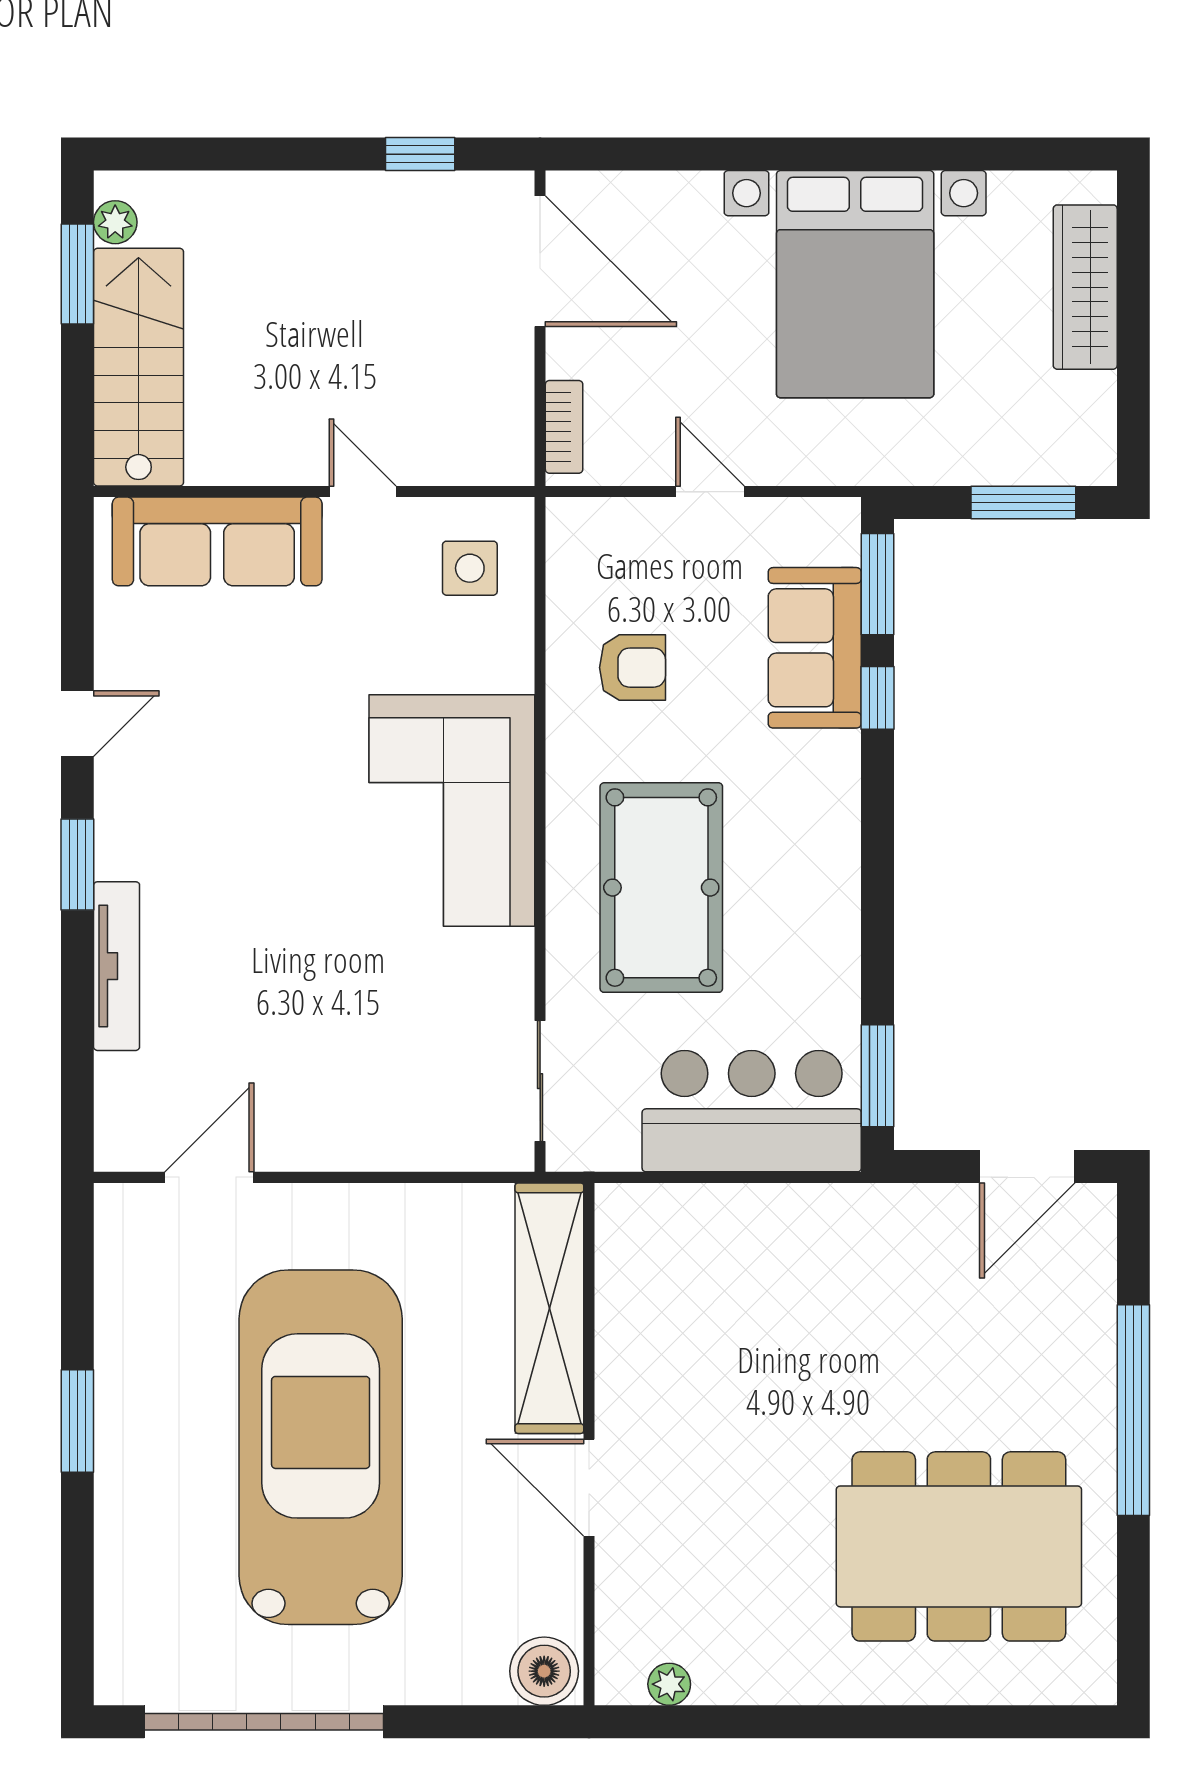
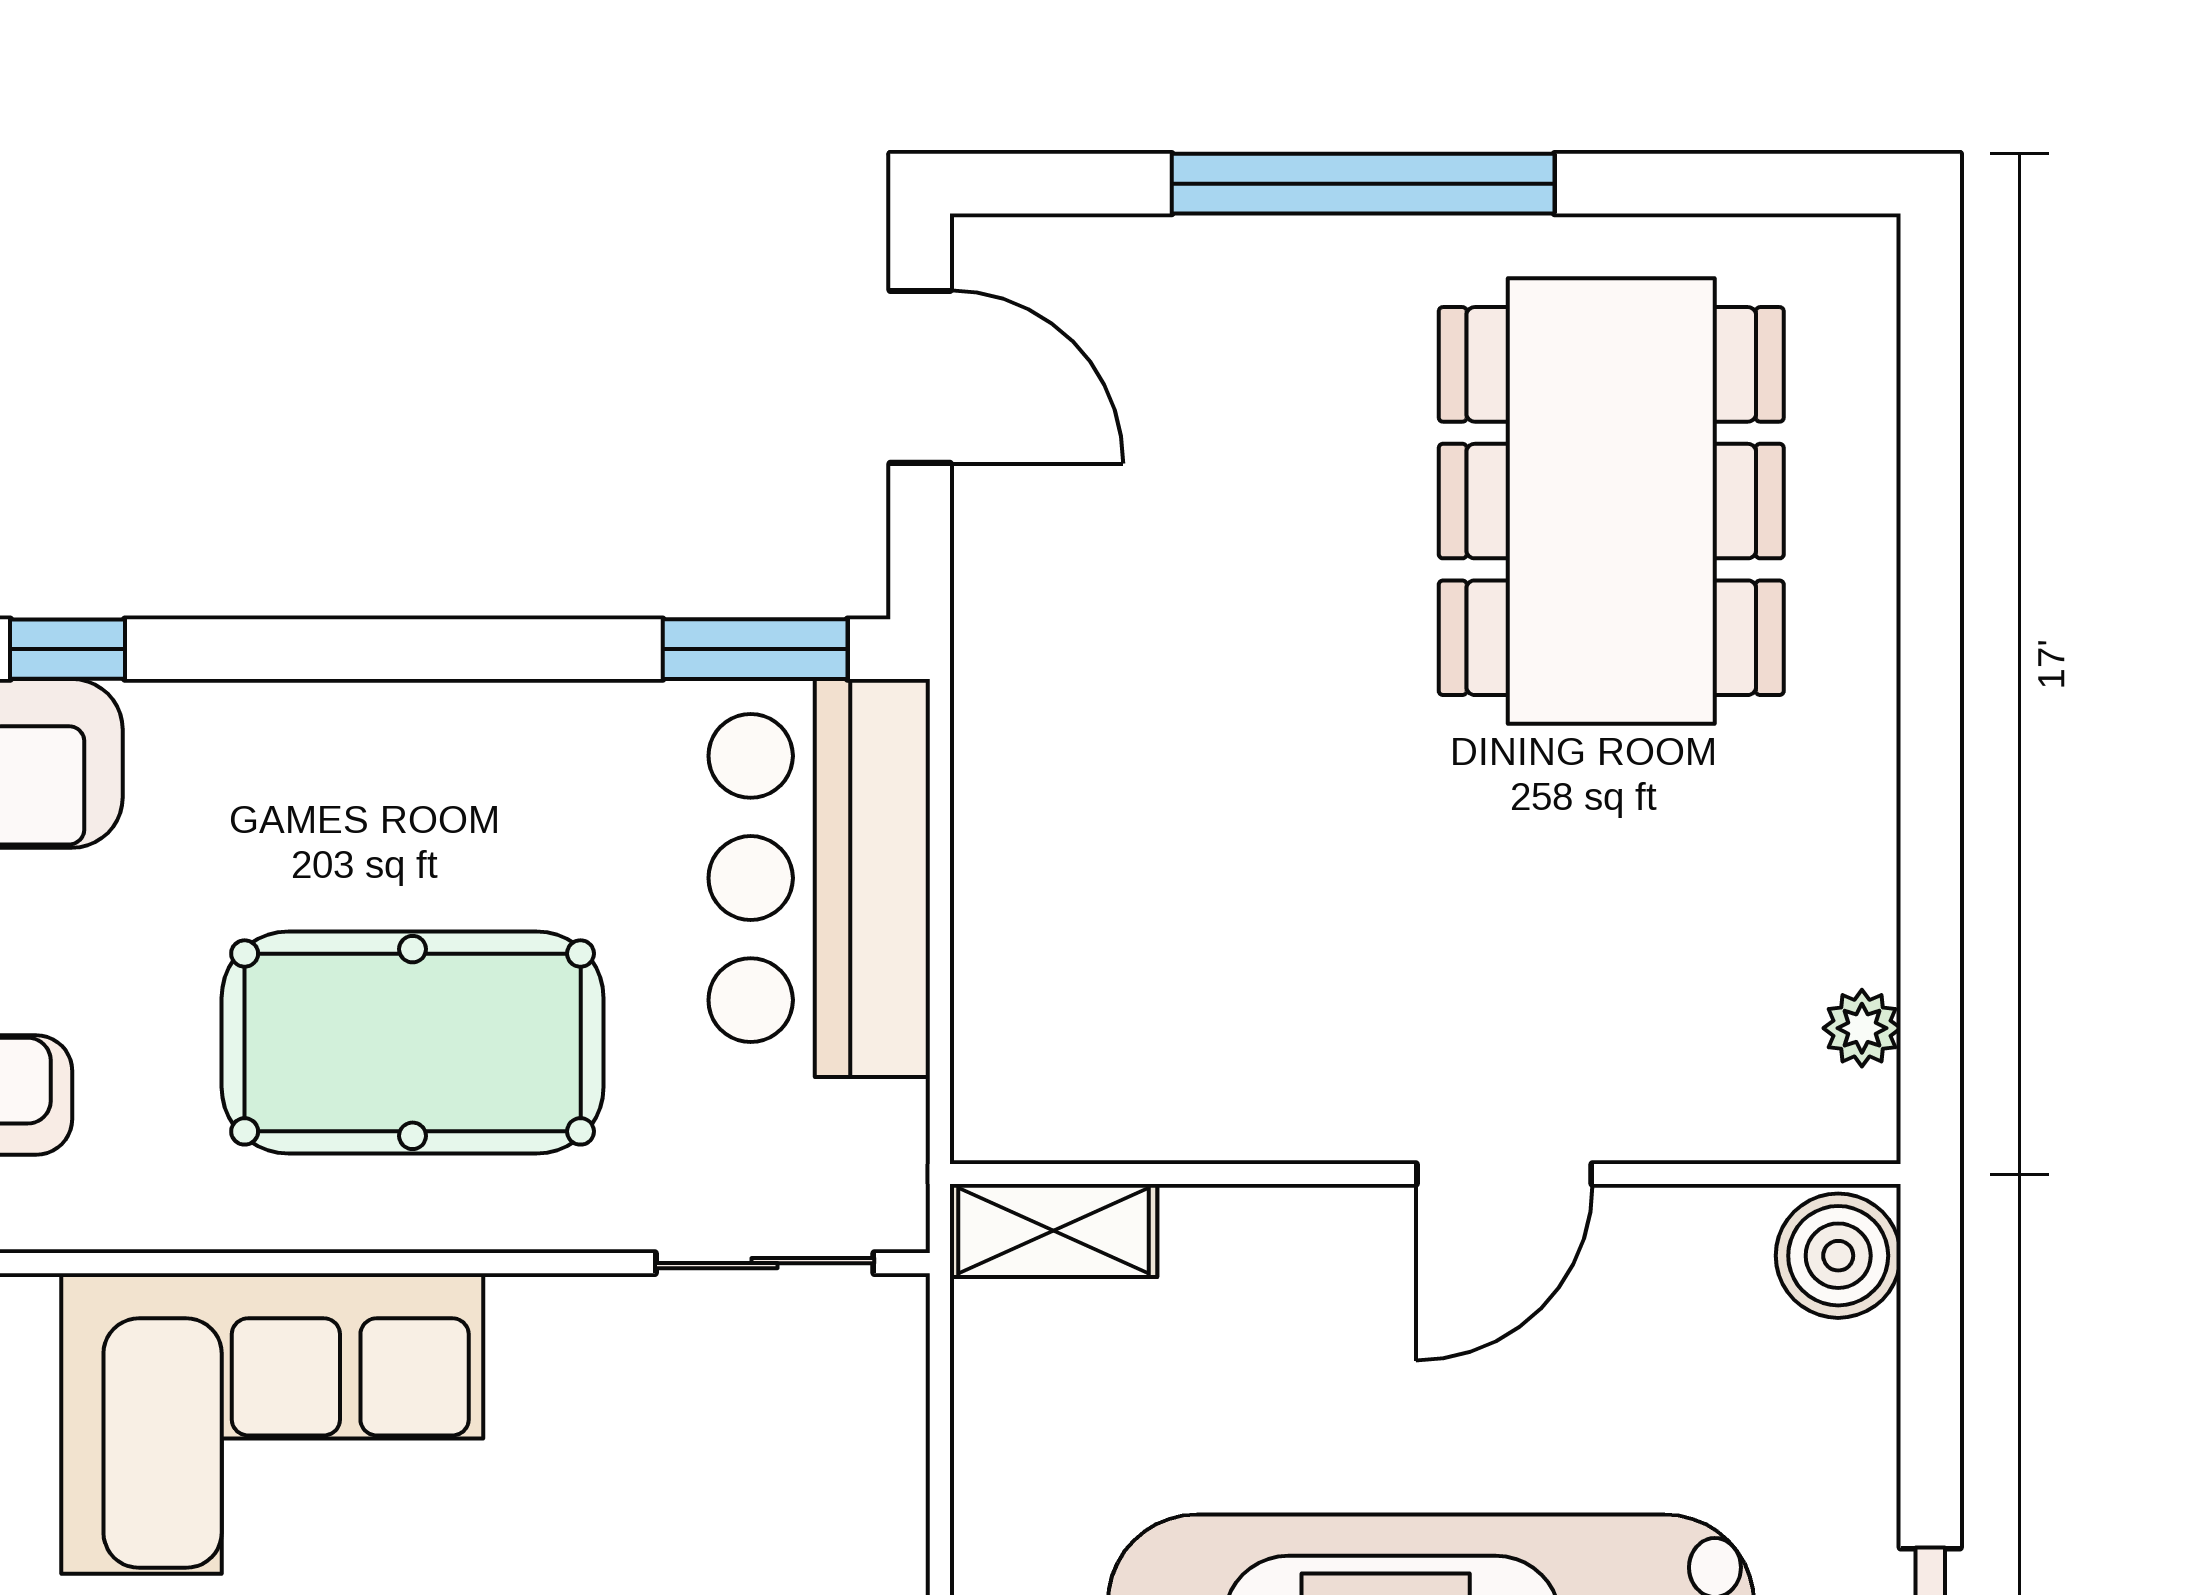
shelving: (549, 1308) -> (1053, 1231), width x0.45, depth x0.75

